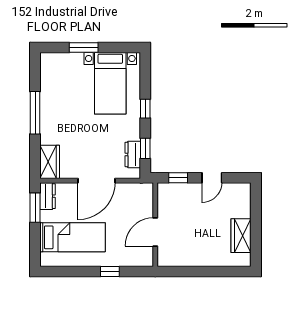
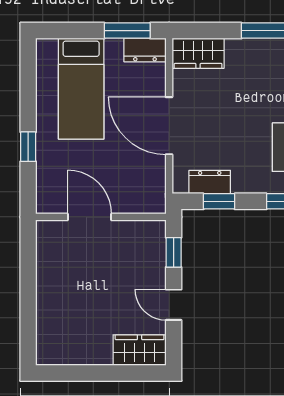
wardrobe: (241, 236) -> (140, 350), moved

